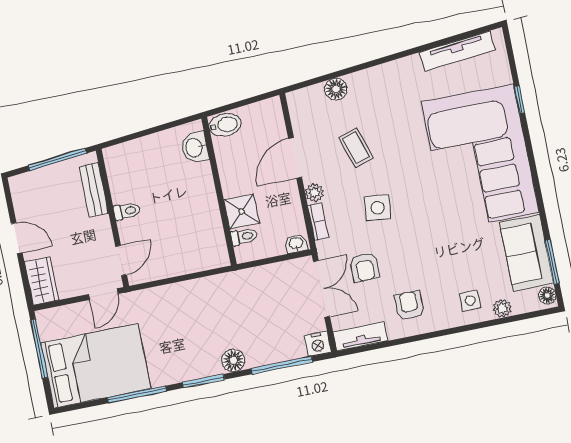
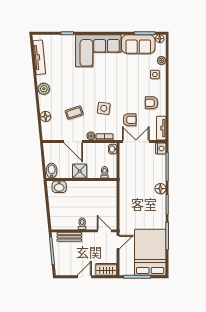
plant: (393, 74) -> (44, 89), added
corner sofa: (480, 157) -> (98, 51), width x0.73, depth x0.74
shower: (242, 212) -> (80, 171), moved
door: (103, 294) -> (118, 242), hinge flipped

